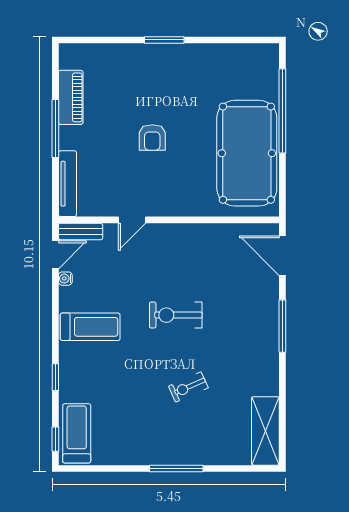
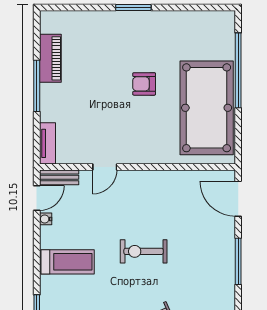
armchair: (152, 137) -> (144, 84), moved, turned 90
tv unit: (67, 184) -> (48, 143), width x0.71

